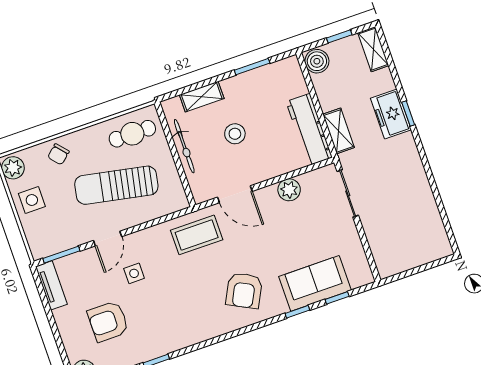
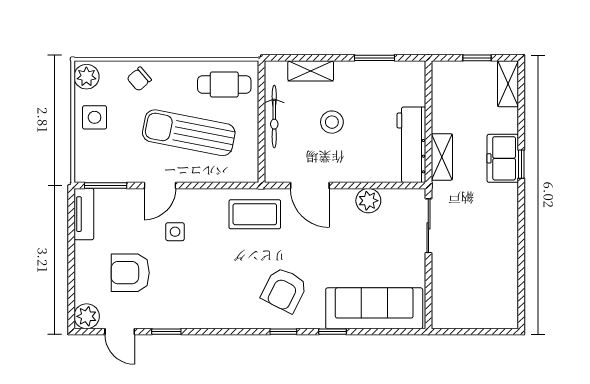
boiler: (317, 61) -> (444, 76), removed
sofa: (315, 283) -> (374, 308), width x1.36
window: (337, 298) -> (283, 332), moved

